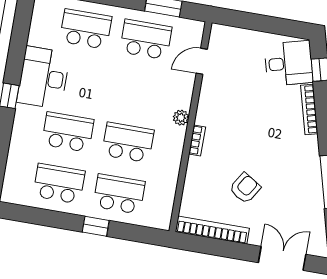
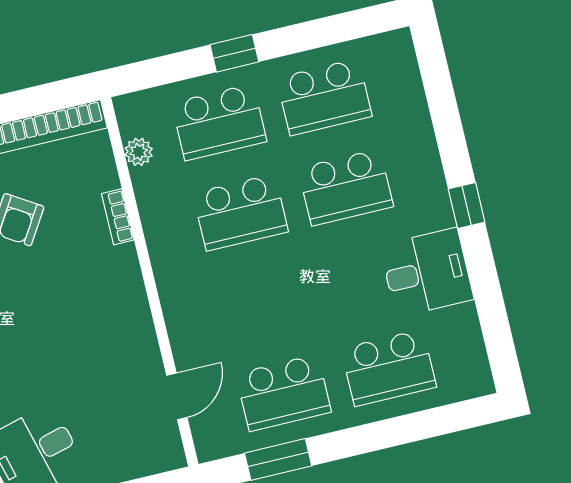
desk: (43, 78) -> (427, 272), width x0.73
plant: (181, 118) -> (139, 152), moved
bookcase: (197, 140) -> (118, 217), moved

